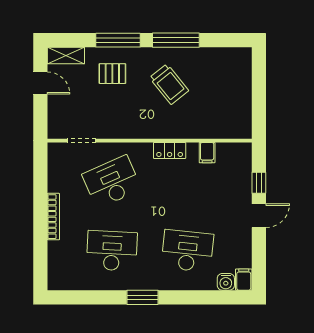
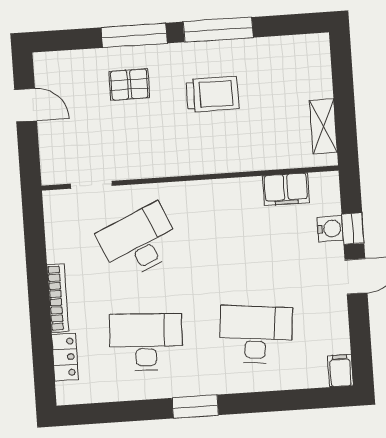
shelving: (66, 55) -> (323, 126), moved, turned 90
trolley: (169, 84) -> (213, 94), turned -51
locker: (170, 150) -> (65, 357), moved, turned -90
filing cabinet: (207, 153) -> (286, 189), width x2.00
water cooler: (226, 282) -> (330, 229), moved, turned -90

